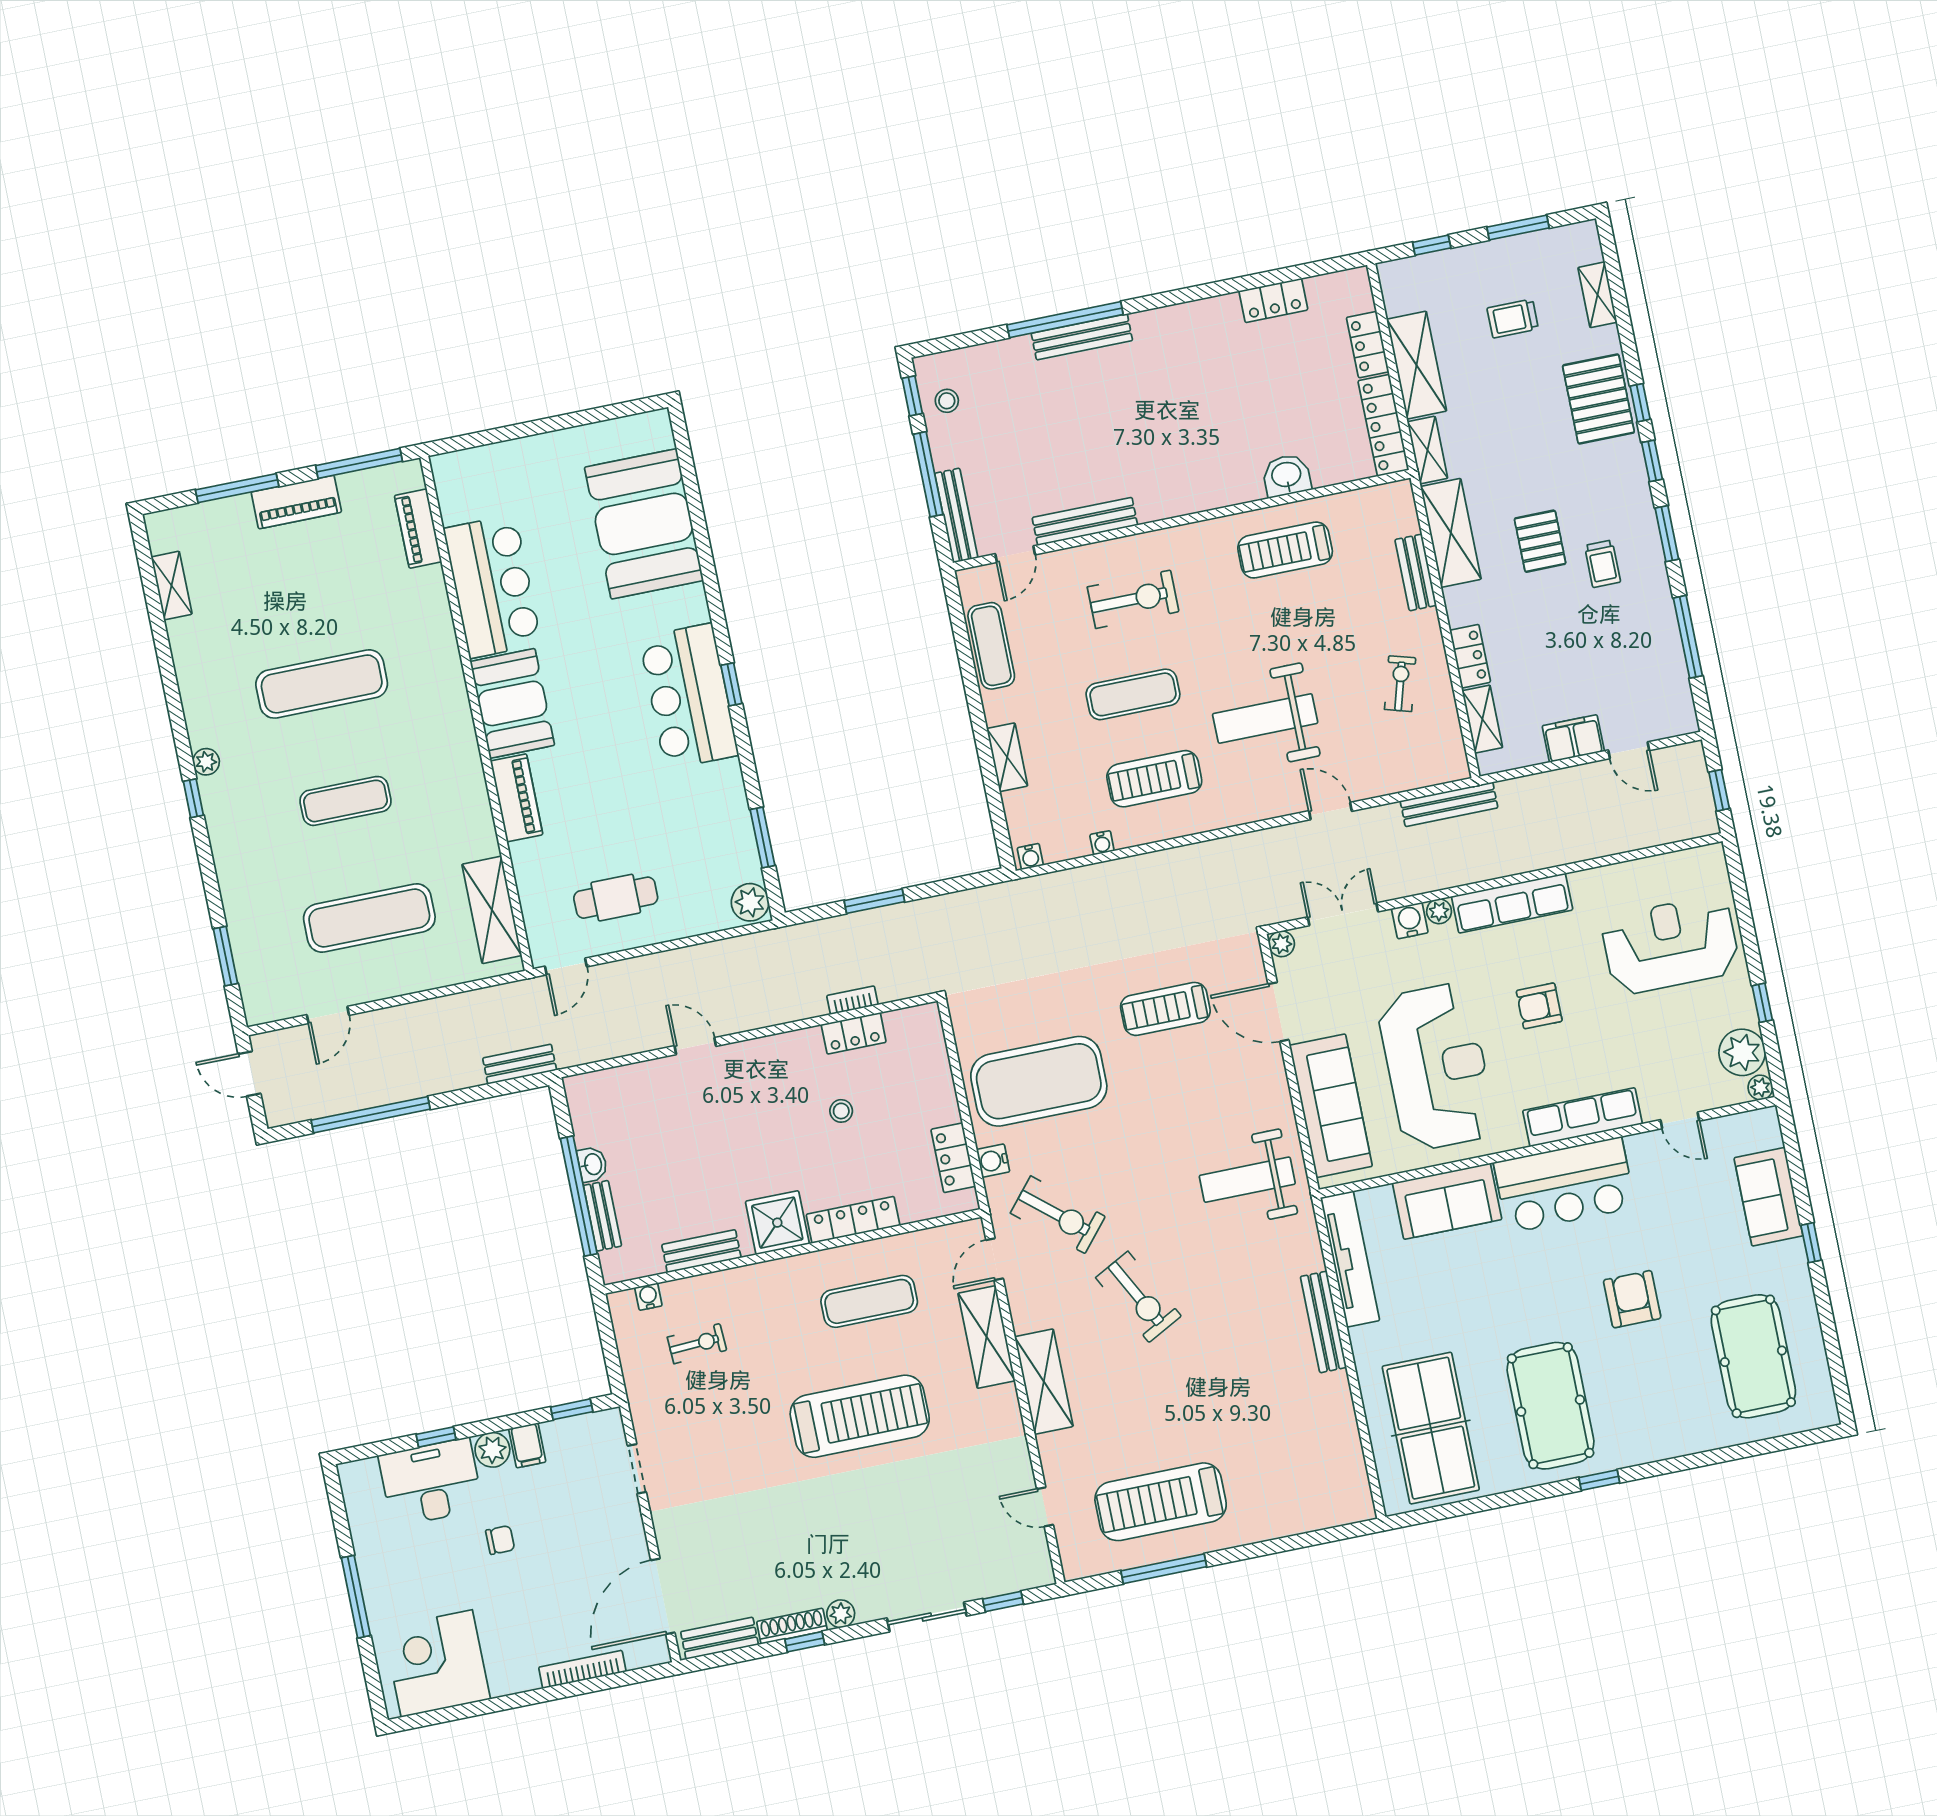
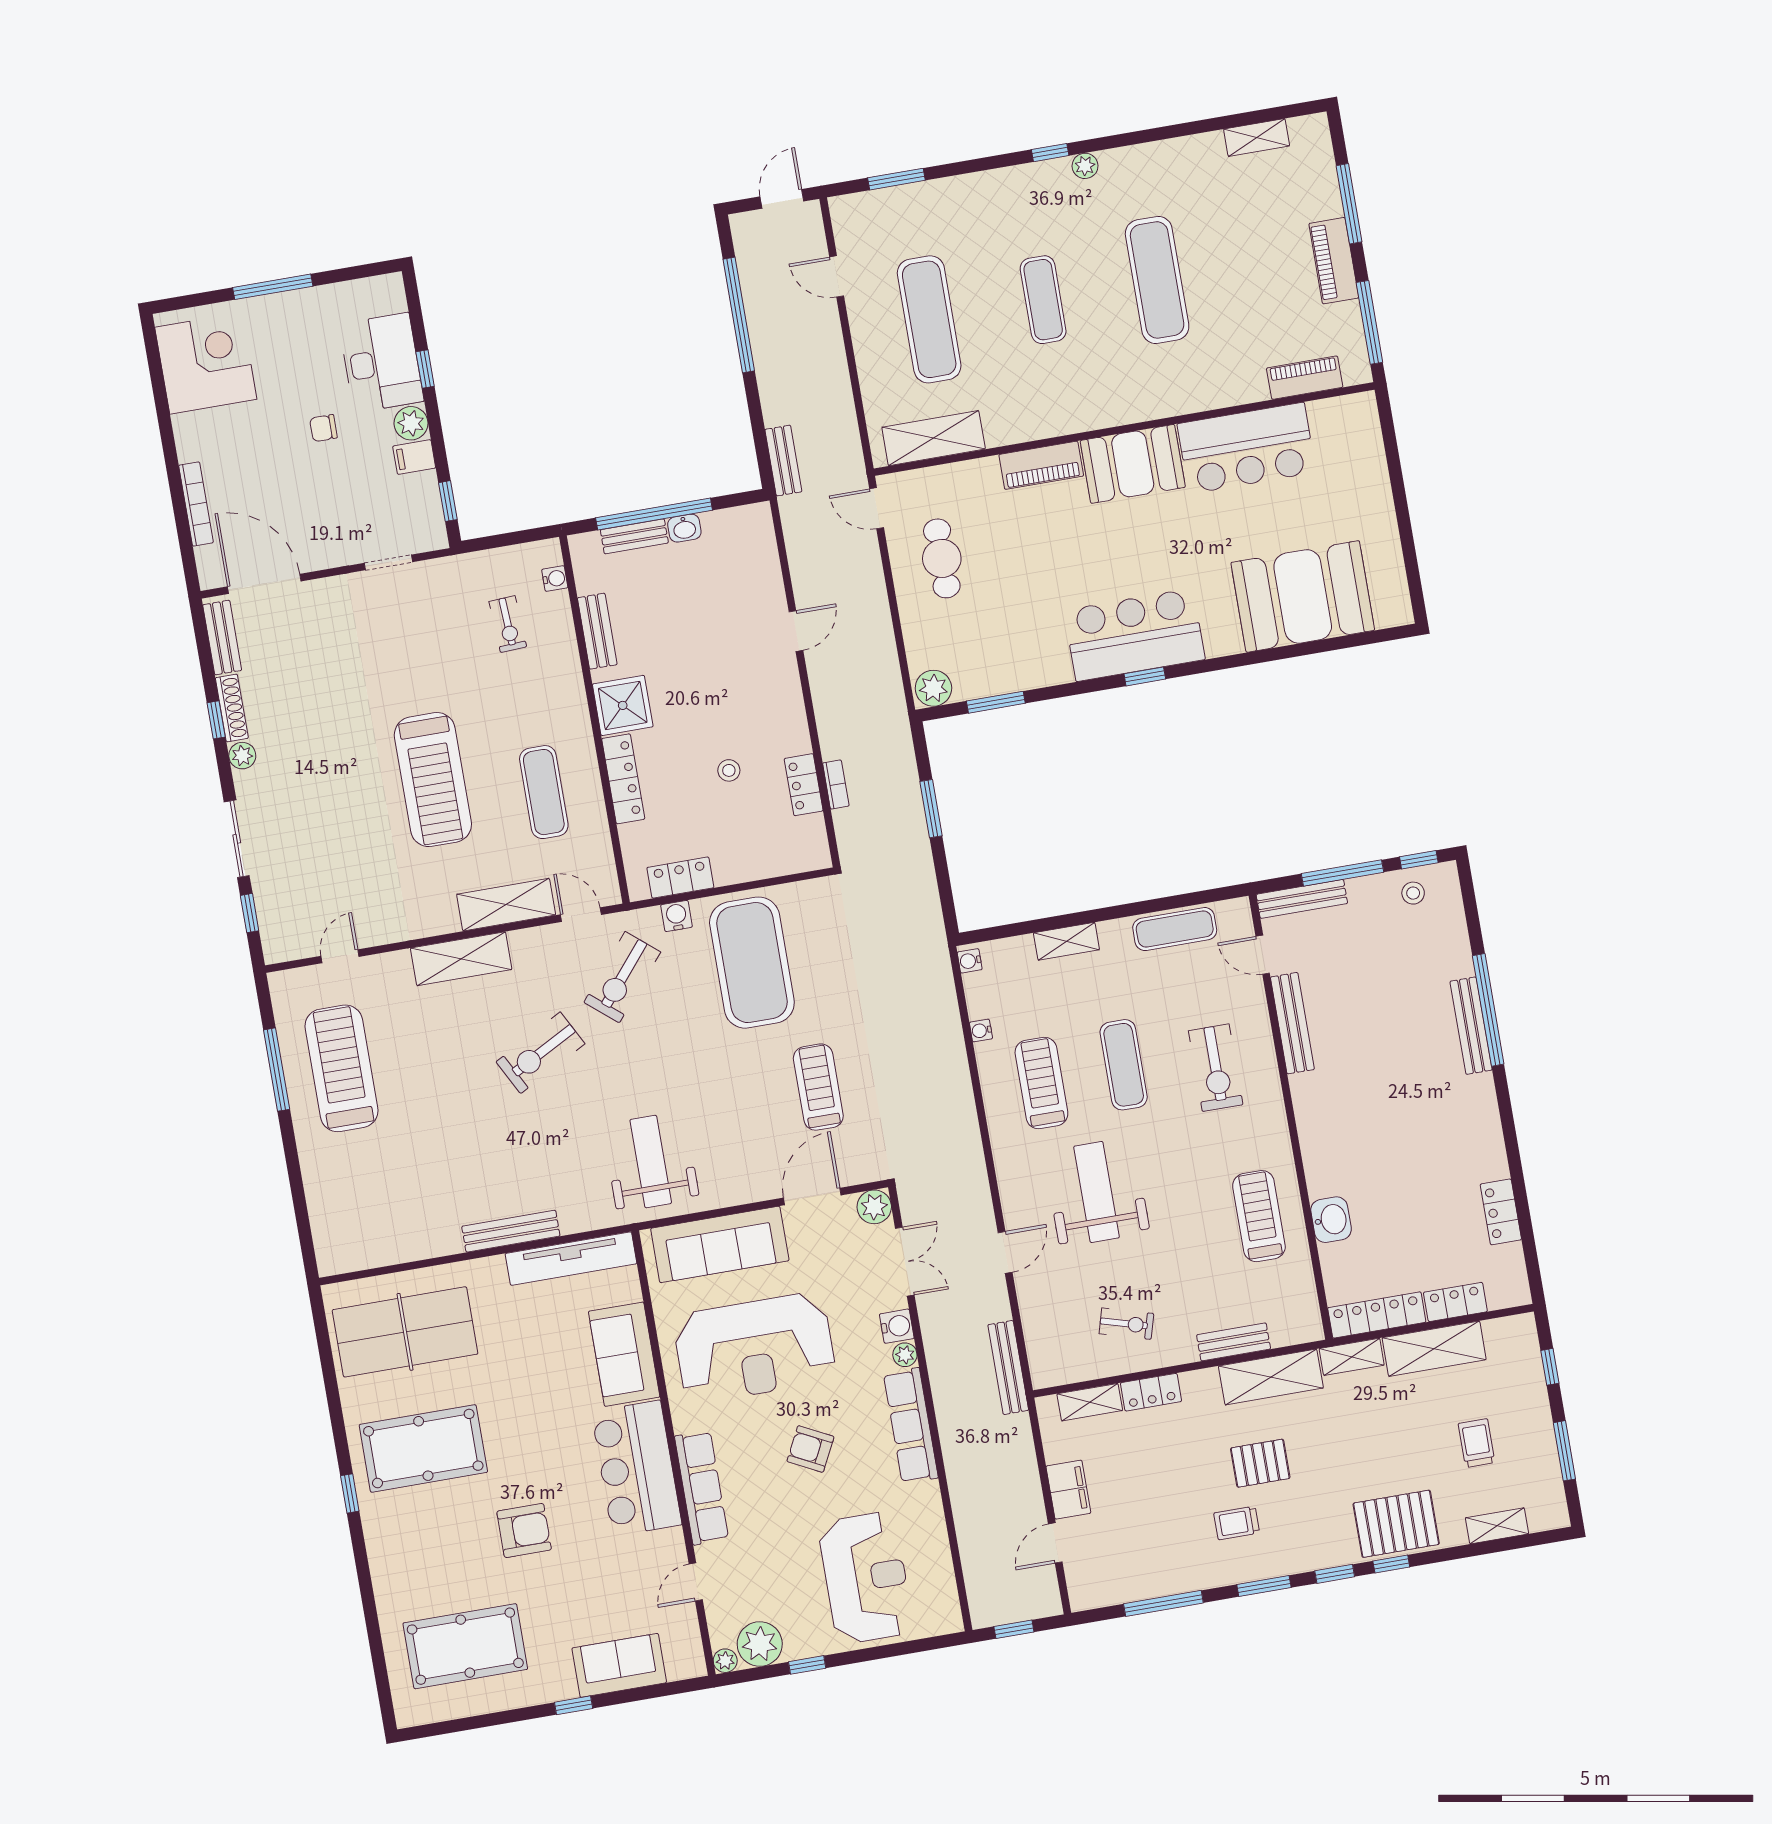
plant: (1282, 944) -> (874, 1207), width x1.38, depth x1.38
armchair: (1539, 1006) -> (810, 1449), turned -63
chair: (500, 1540) -> (323, 428), turned 90

